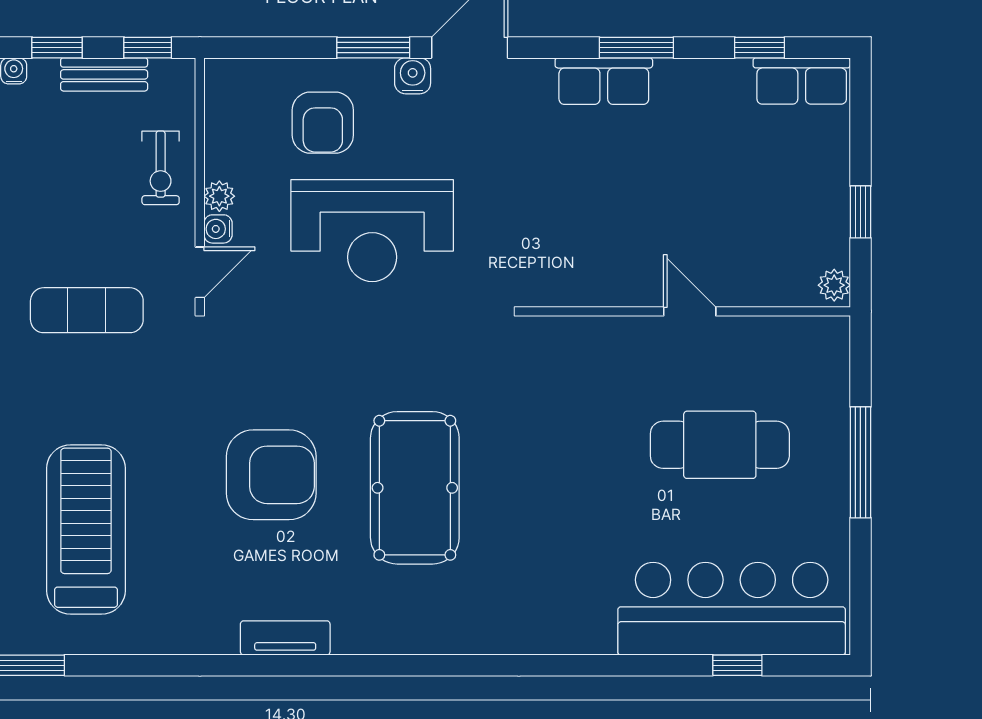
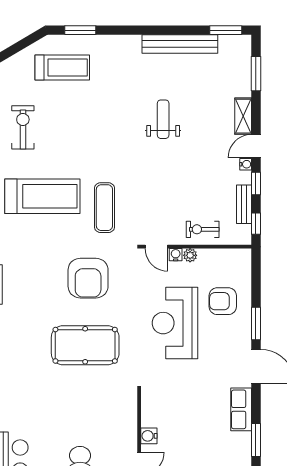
water cooler: (413, 76) -> (149, 436), moved, turned 180
row of seats: (604, 81) -> (241, 409), moved
exercise mat: (87, 310) -> (104, 208), moved
armchair: (271, 475) -> (88, 278), moved
pool table: (415, 488) -> (85, 345), moved

